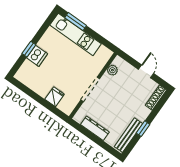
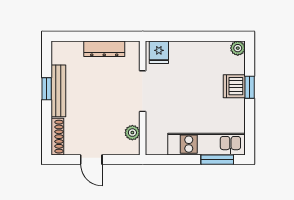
plant: (20, 76) -> (238, 48), added
fridge: (55, 97) -> (159, 52), moved
bench: (129, 135) -> (58, 91), moved

